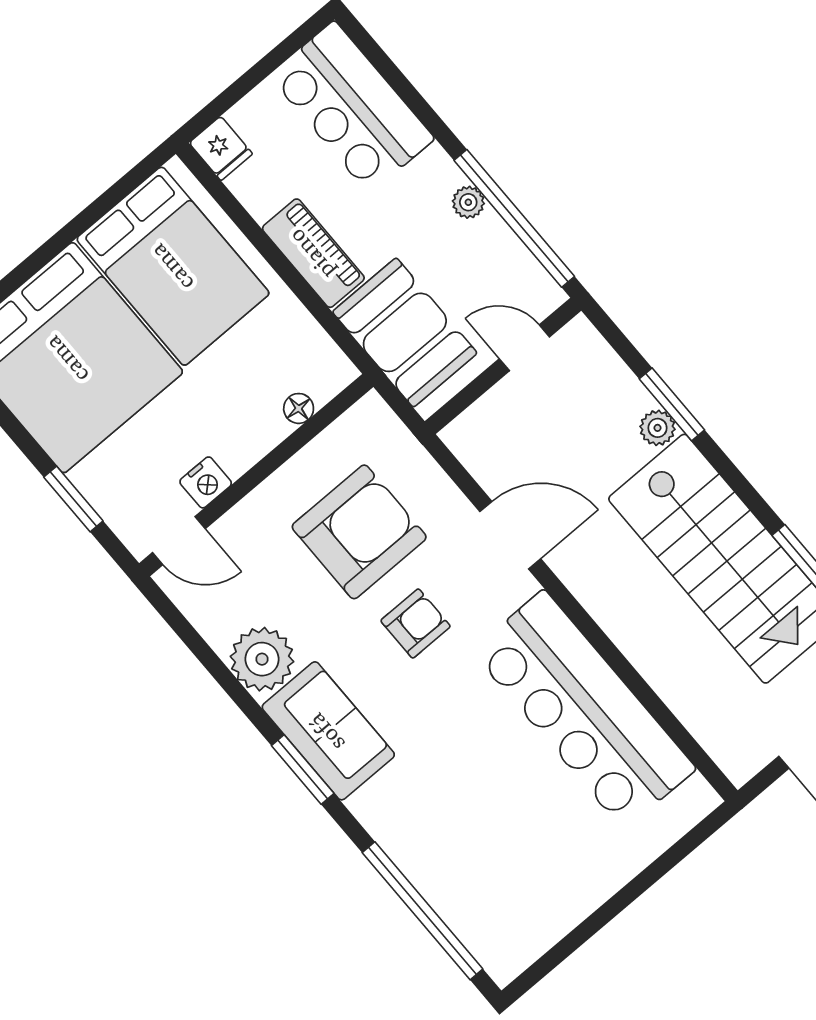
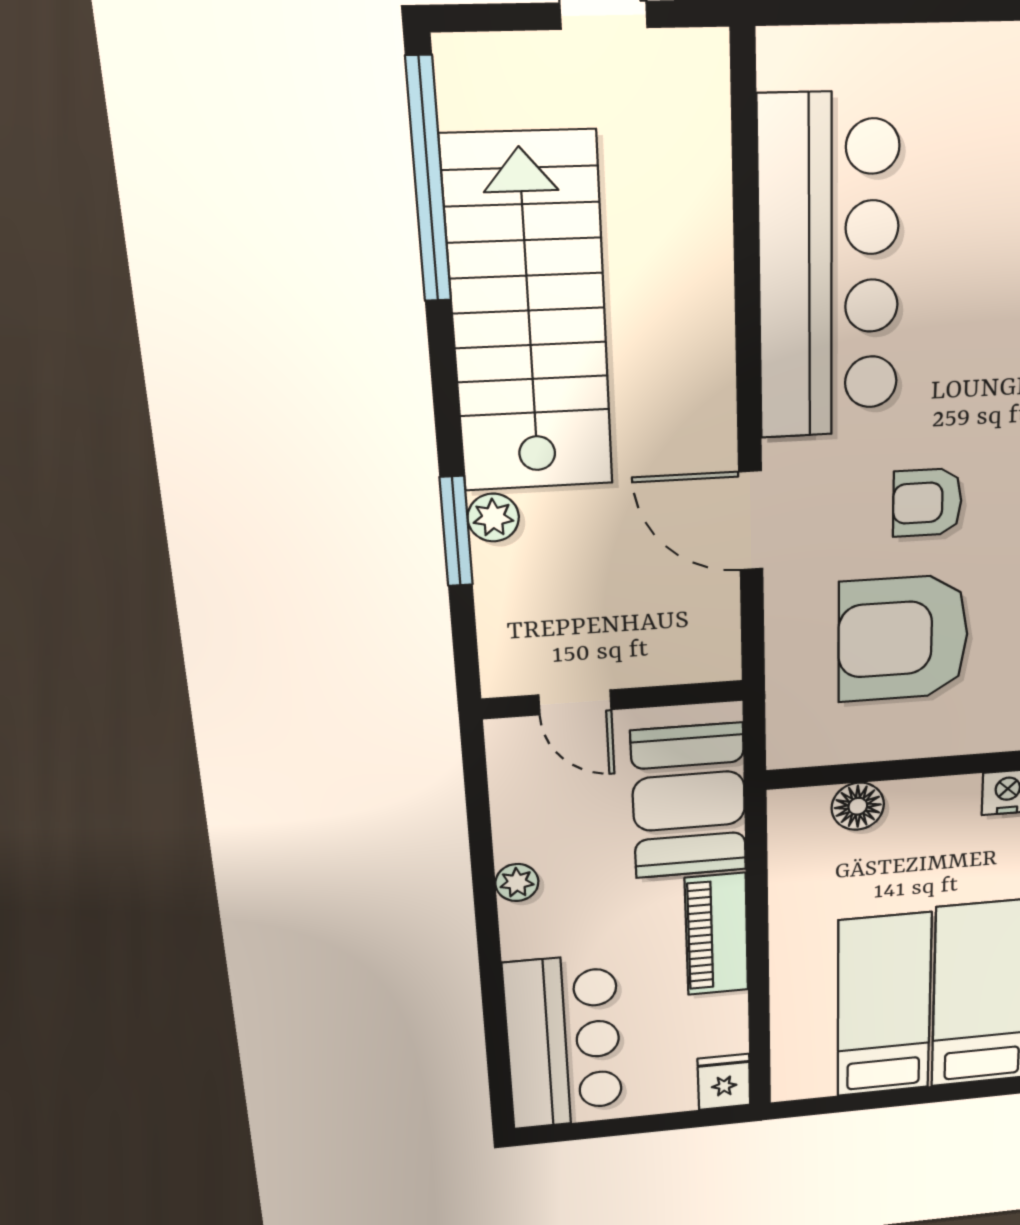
window: (514, 218) -> (480, 837), removed
bed: (173, 266) -> (884, 1005), width x0.67
floor lamp: (299, 408) -> (858, 806), width x1.37, depth x1.37

